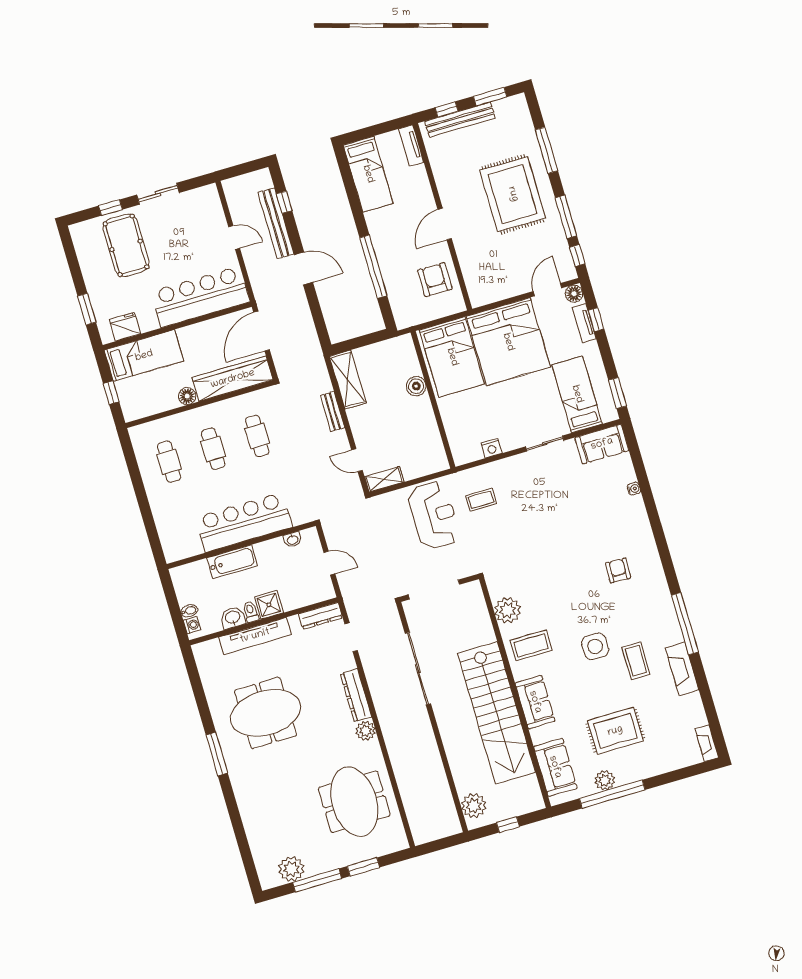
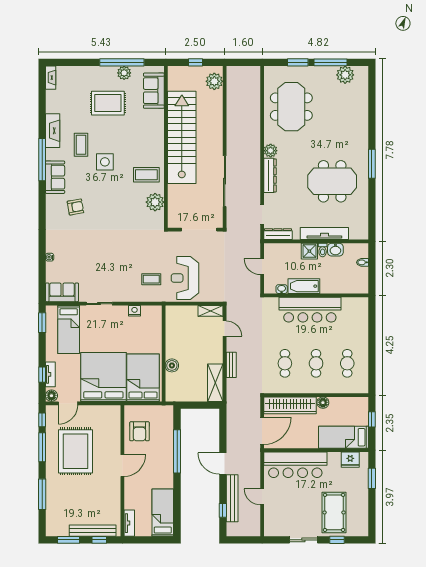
rug: (513, 194) -> (76, 451), moved
bathtub: (232, 562) -> (304, 286), moved
armchair: (618, 570) -> (75, 207), turned -102
washing machine: (192, 625) -> (363, 253), removed
sofa: (535, 702) -> (55, 177), moved, turned 180

